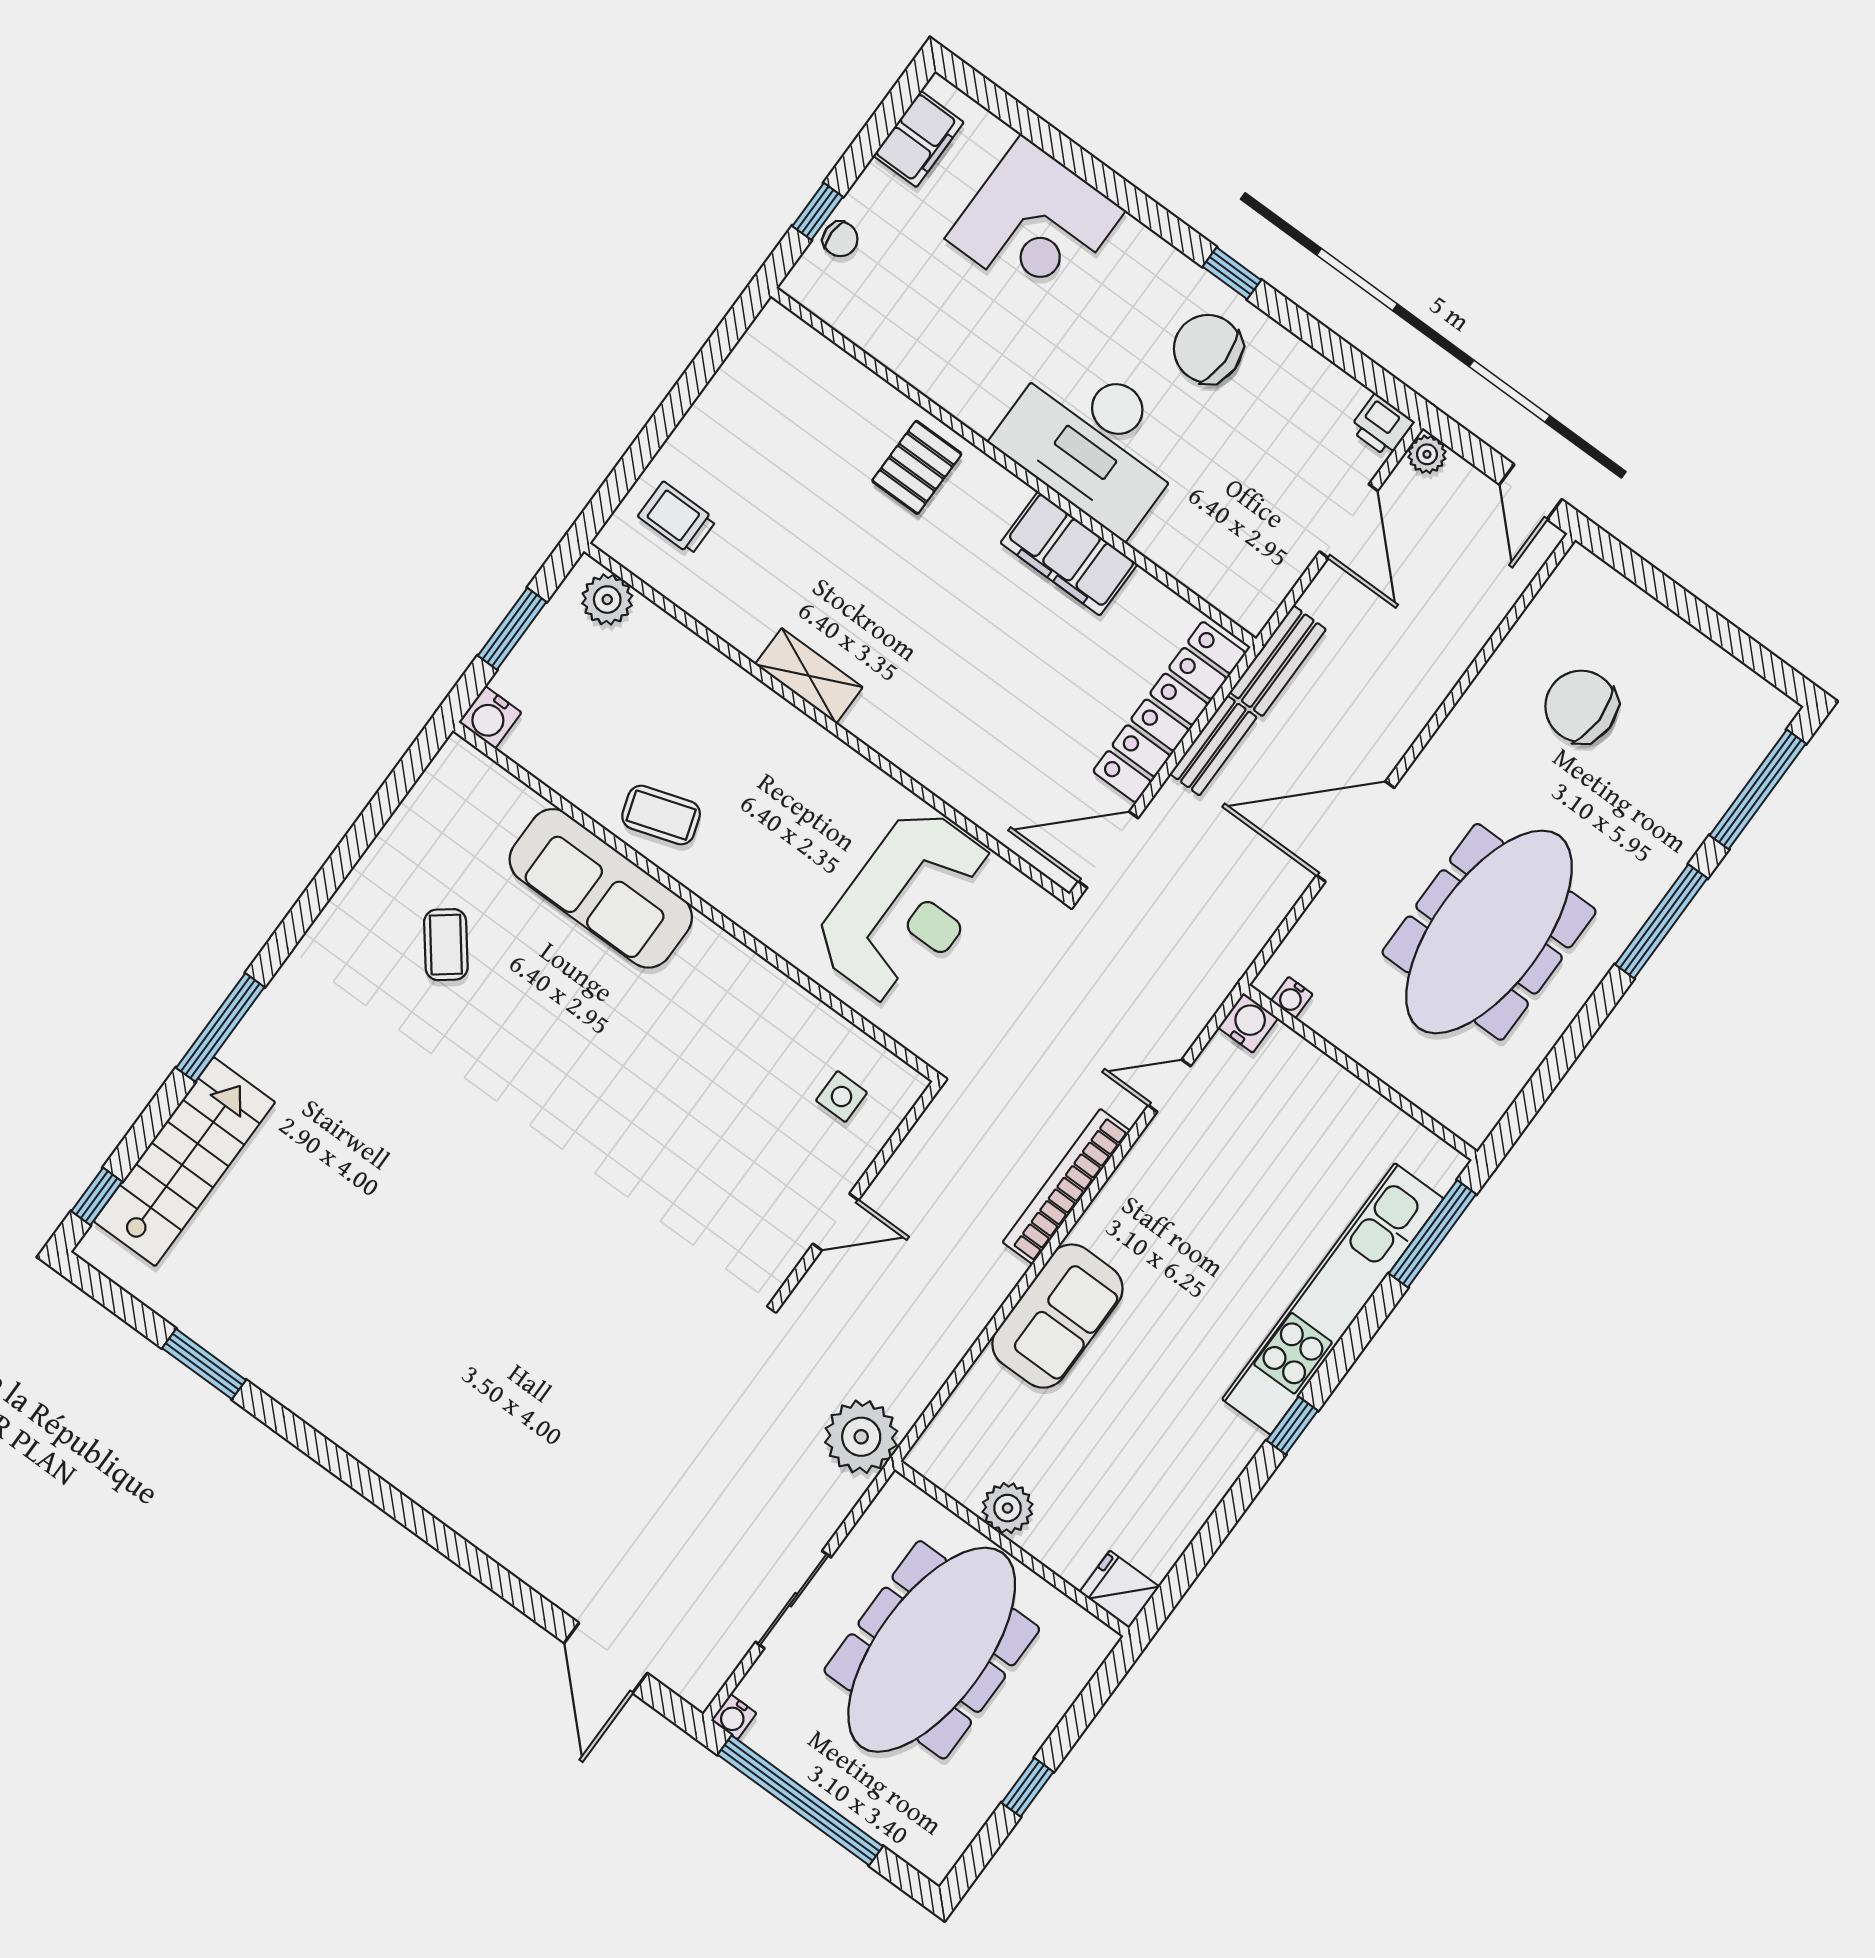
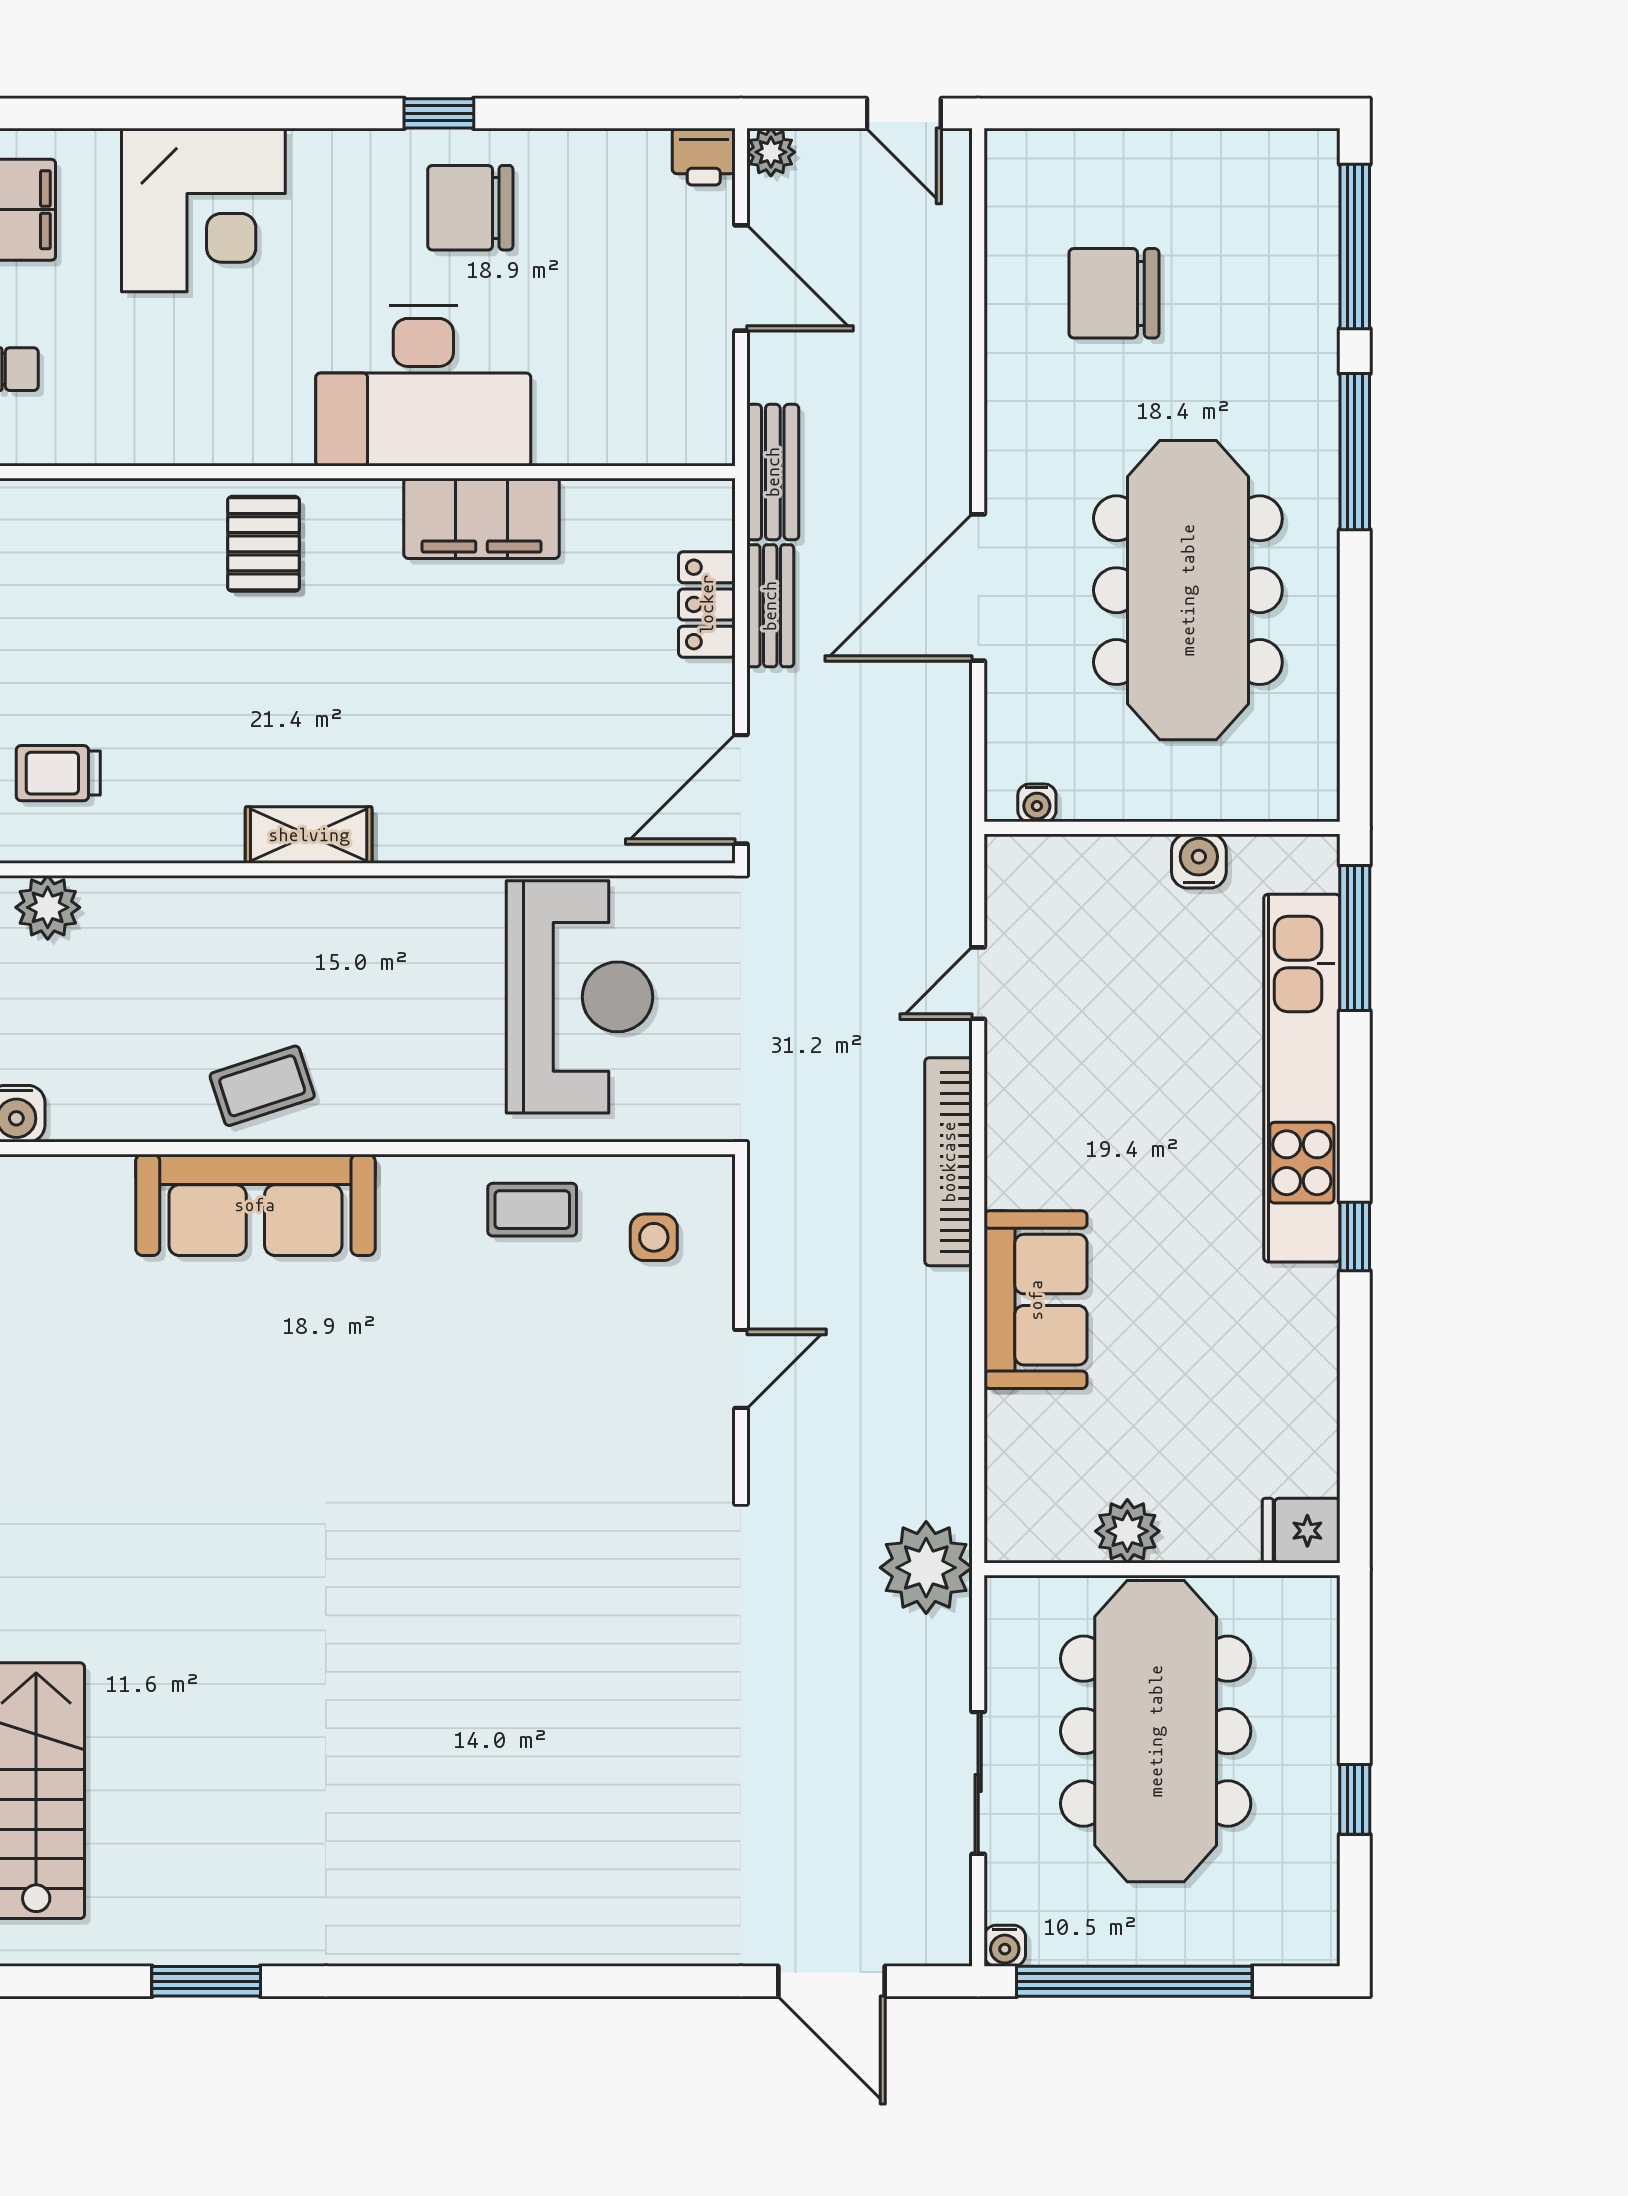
locker: (1169, 712) -> (707, 604), width x0.46, depth x0.83
coffee table: (446, 945) -> (532, 1210), moved, turned -52
water cooler: (1248, 1023) -> (1199, 861), moved

